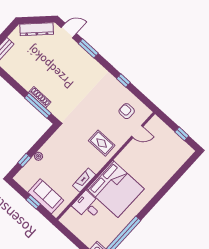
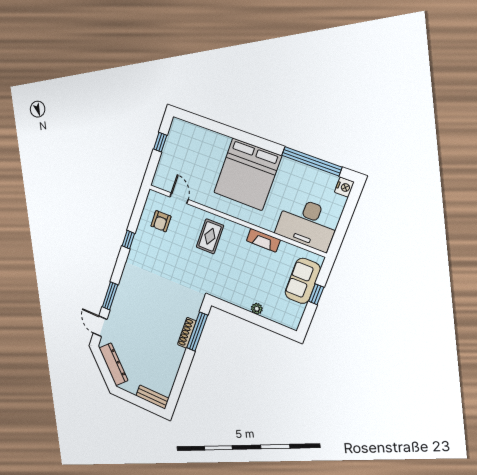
window: (24, 160) -> (269, 324), removed
bed: (115, 189) -> (247, 174), moved, turned 180
desk: (87, 206) -> (307, 224), width x1.87, depth x1.30

